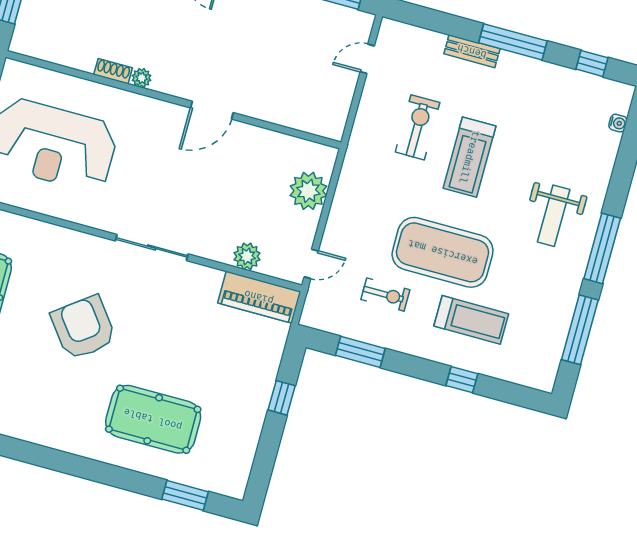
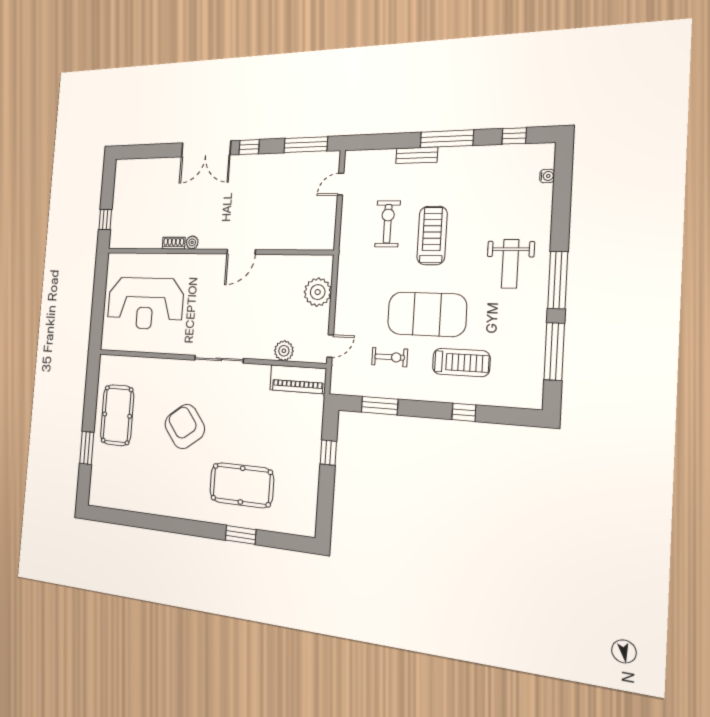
treadmill: (469, 157) -> (432, 235), turned 180
window: (185, 495) -> (241, 535), moved

